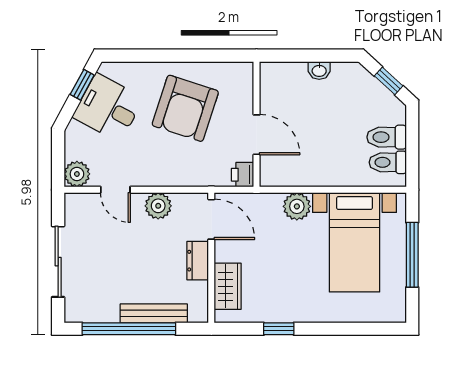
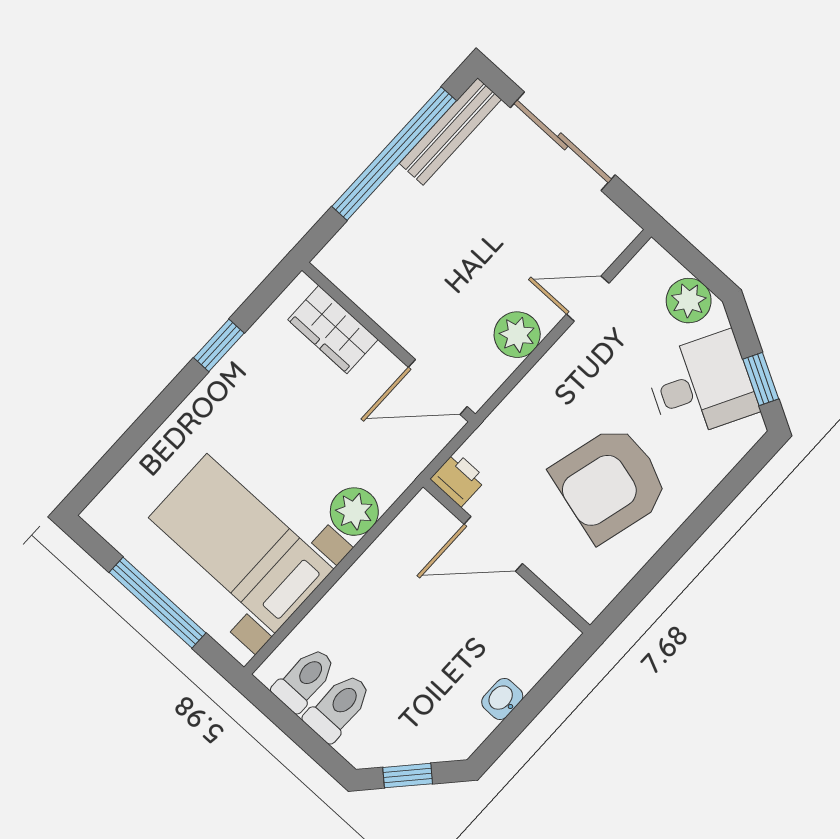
armchair: (185, 108) -> (610, 483), turned -93
plant: (77, 174) -> (689, 301), moved
dresser: (198, 261) -> (401, 321), removed
bench: (154, 313) -> (450, 131), moved

